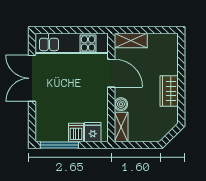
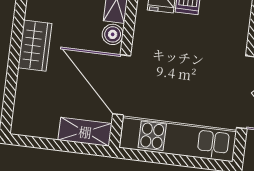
door: (111, 73) -> (122, 85), width x1.36

